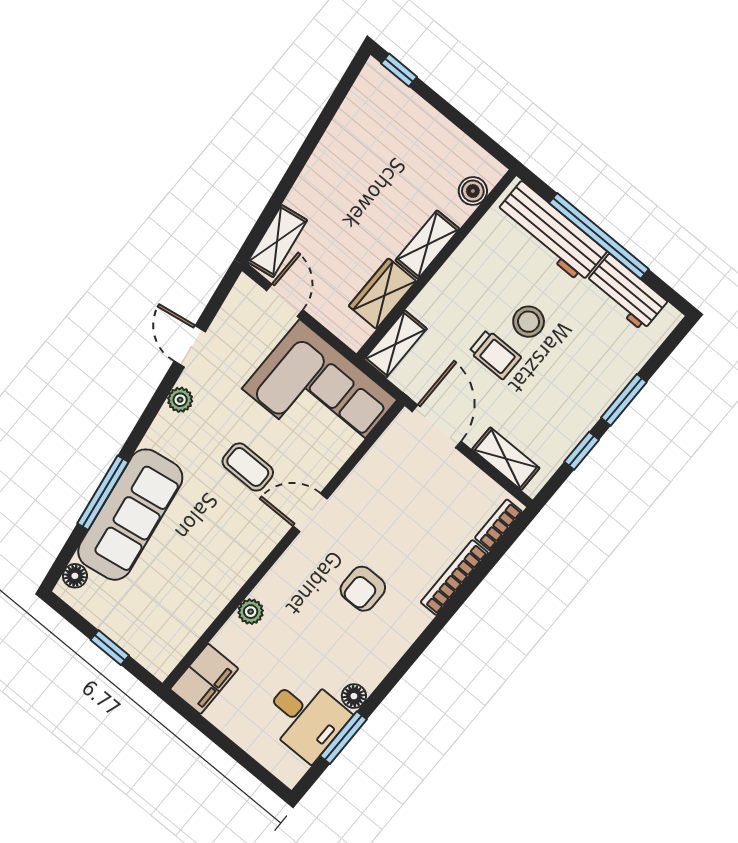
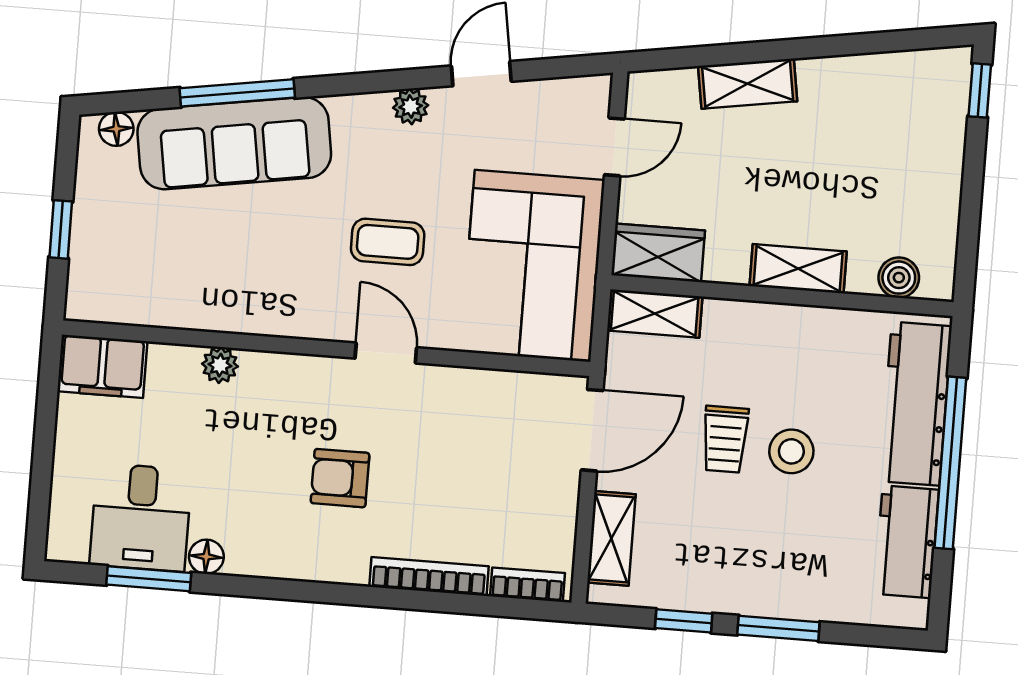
shelving: (277, 241) -> (748, 84), moved
wardrobe: (382, 294) -> (658, 253), moved
coffee table: (248, 467) -> (388, 242), turned 90

